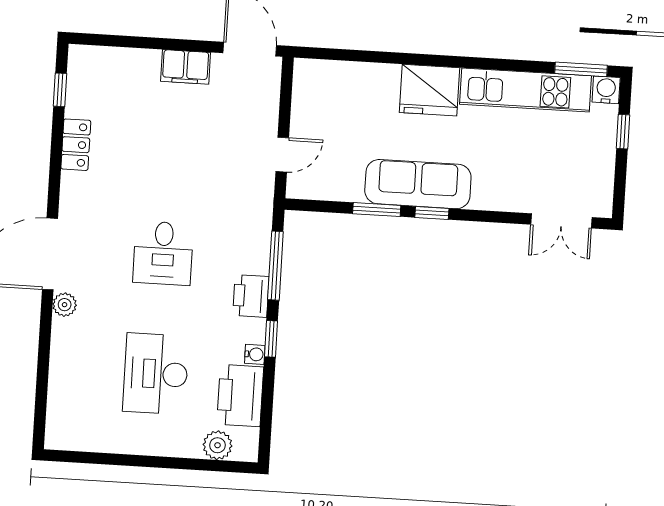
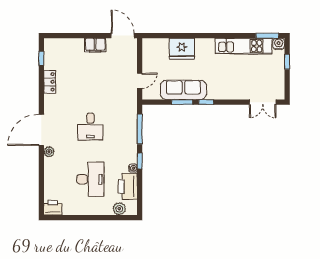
fridge: (430, 90) -> (182, 49), moved
sofa: (418, 184) -> (183, 90), moved
printer: (251, 296) -> (53, 208), moved, turned 90
desk: (156, 374) -> (90, 179), turned 180

